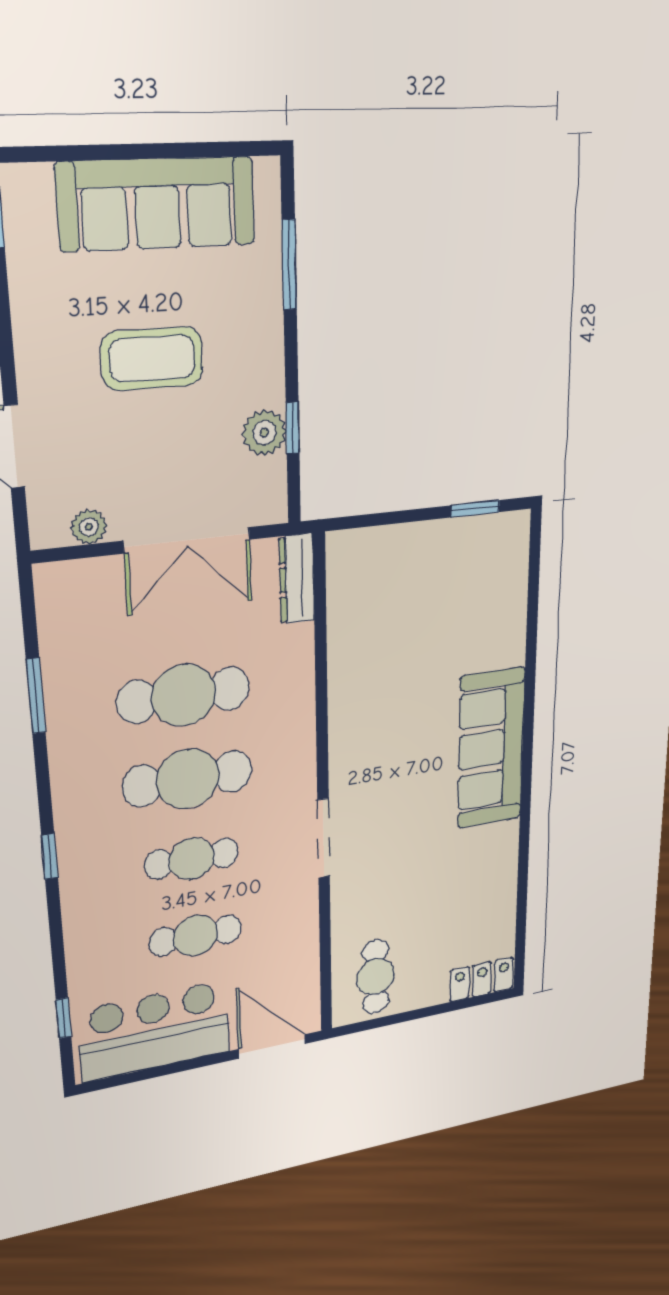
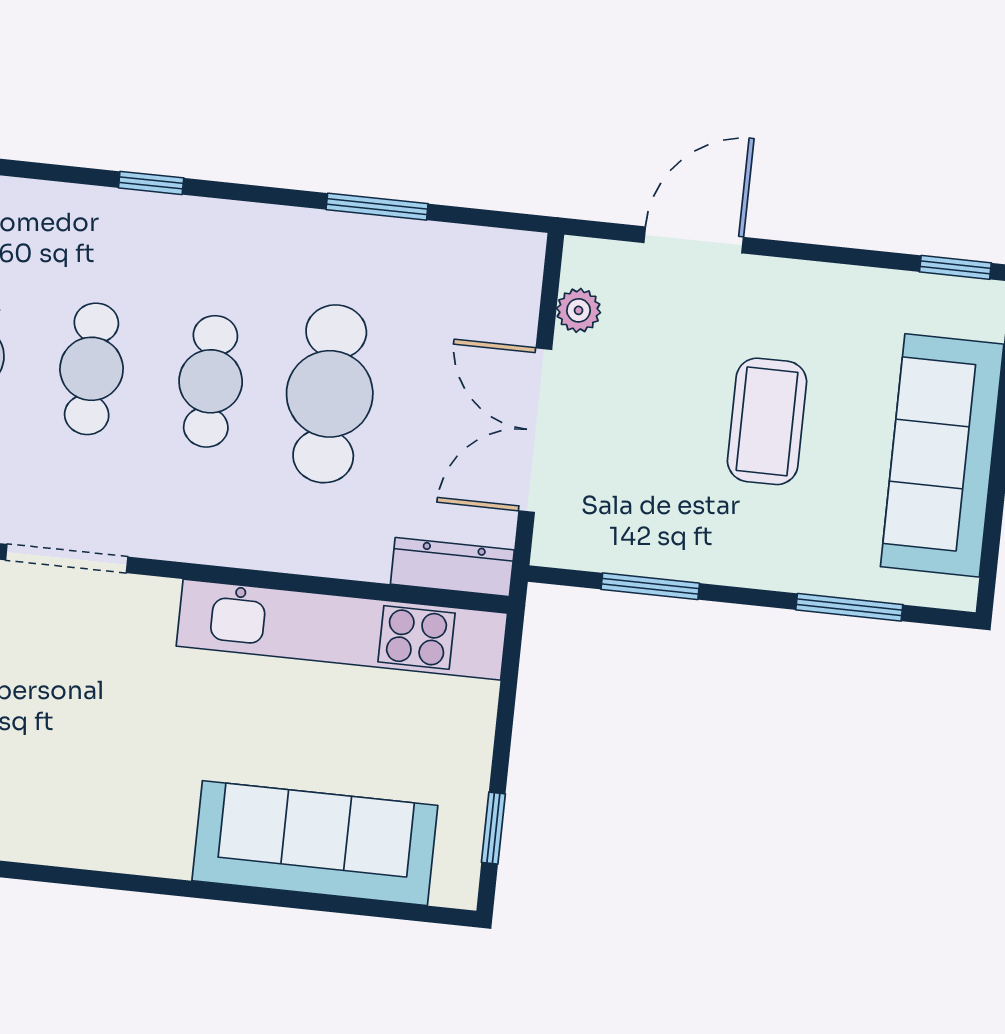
window: (293, 428) -> (650, 586), width x1.50
plant: (264, 433) -> (652, 549), removed
kitchen unit: (350, 646) -> (342, 630), added
sofa: (491, 748) -> (315, 843), moved
cafe table: (188, 779) -> (211, 381), width x0.73, depth x0.74

